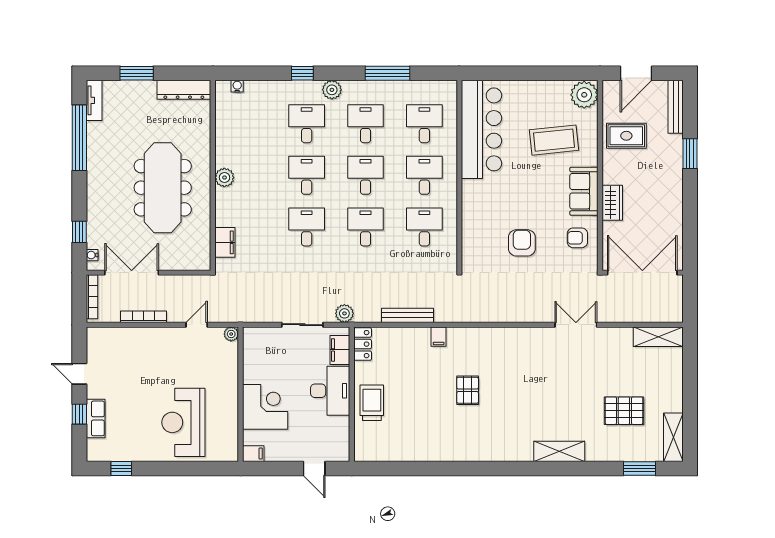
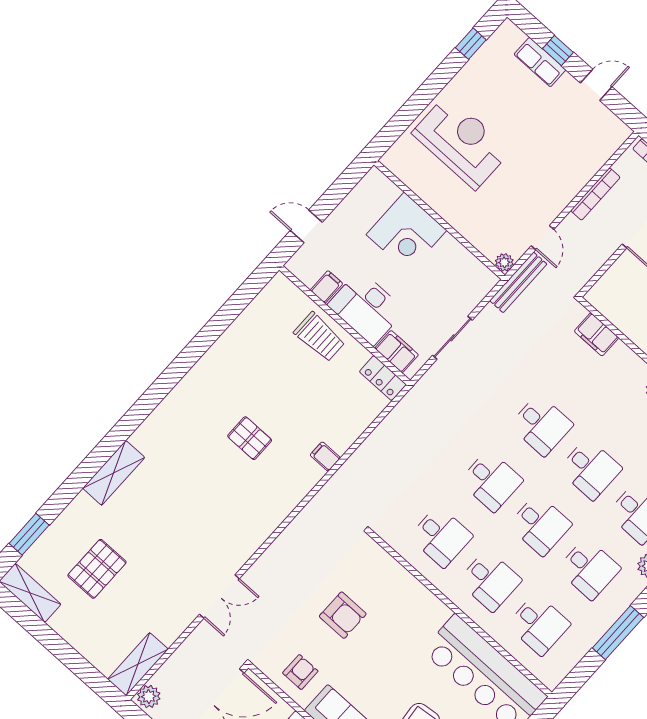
plant: (344, 313) -> (149, 696), moved
bench: (408, 315) -> (518, 282), moved
filing cabinet: (253, 454) -> (327, 287), moved, turned 180

